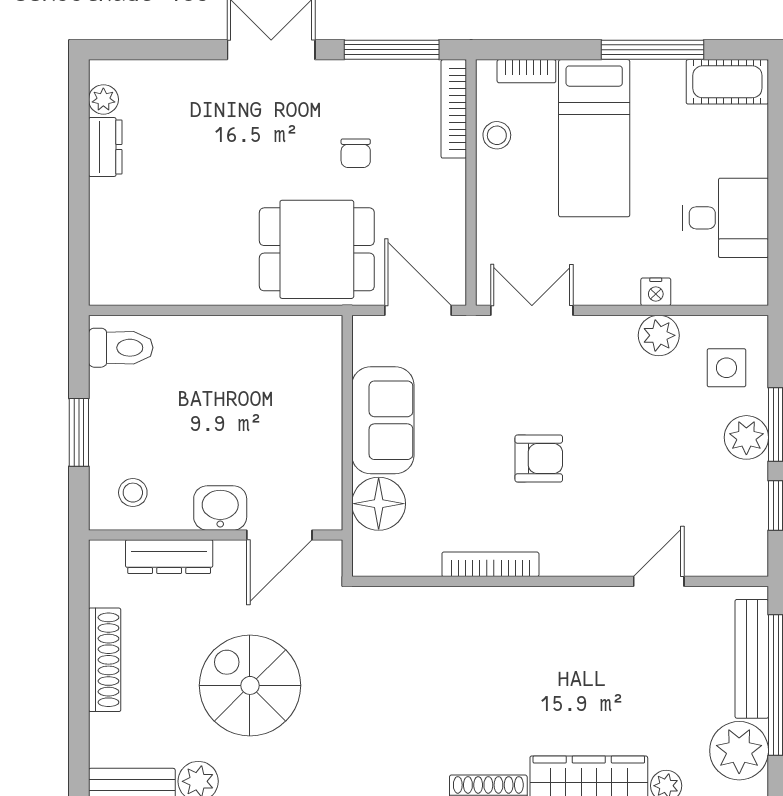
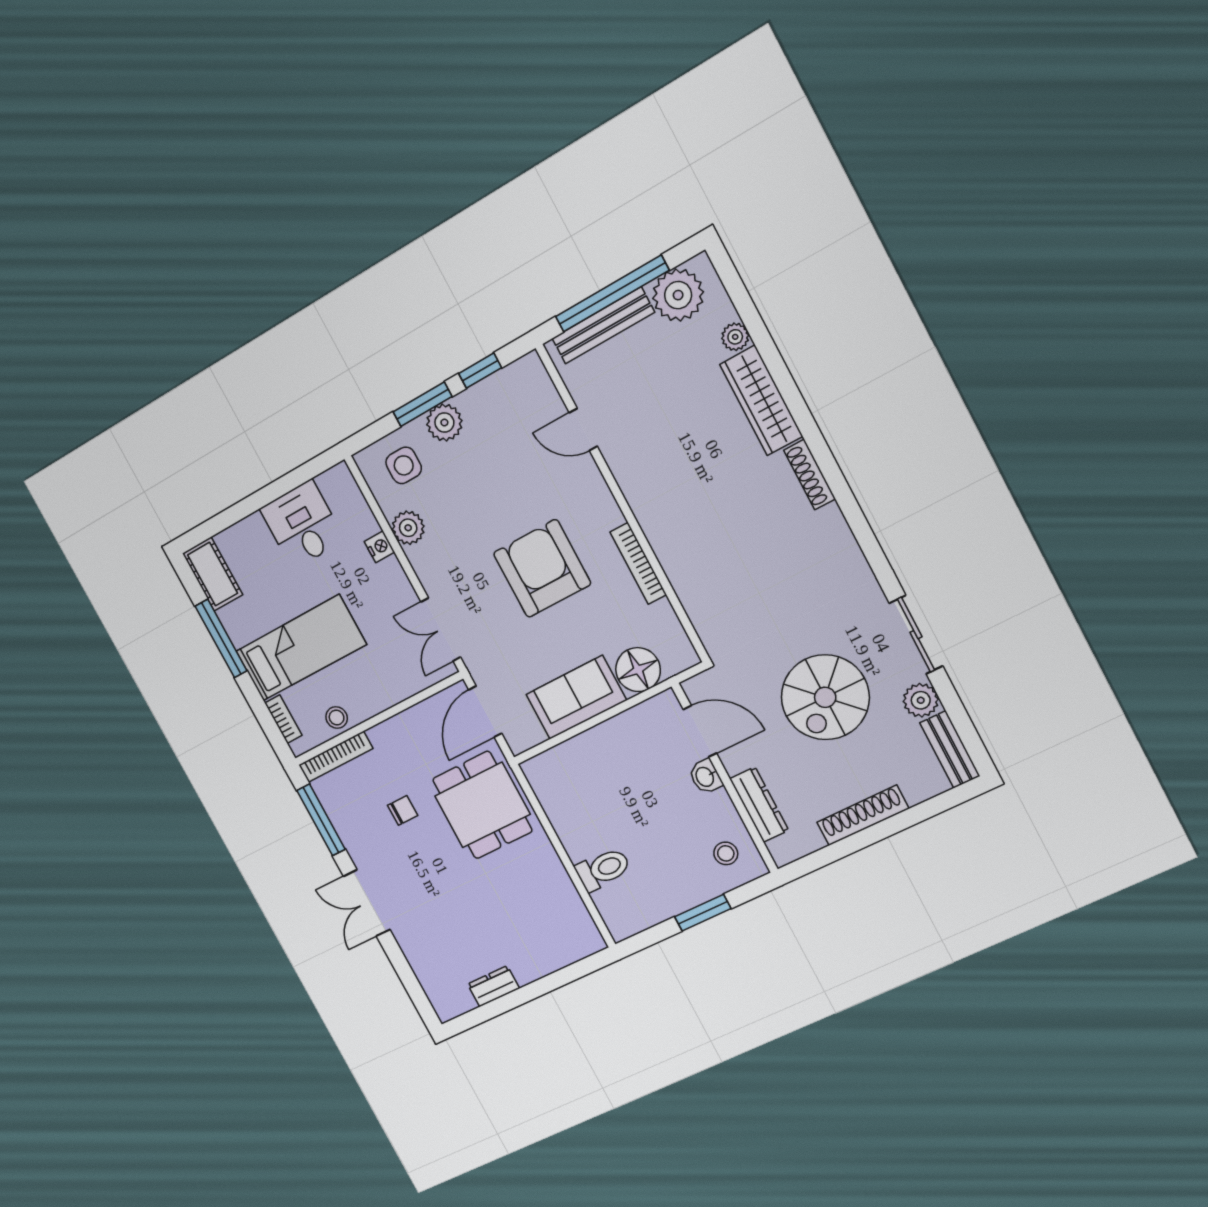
plant: (103, 99) -> (462, 1002), removed
toilet: (121, 348) -> (603, 869), moved, turned 90
armchair: (539, 459) -> (542, 569), width x1.88, depth x1.88
washbasin: (220, 508) -> (705, 777), width x0.72, depth x0.69

